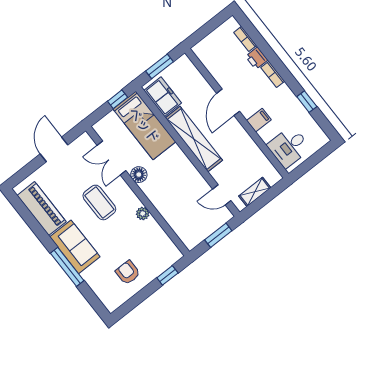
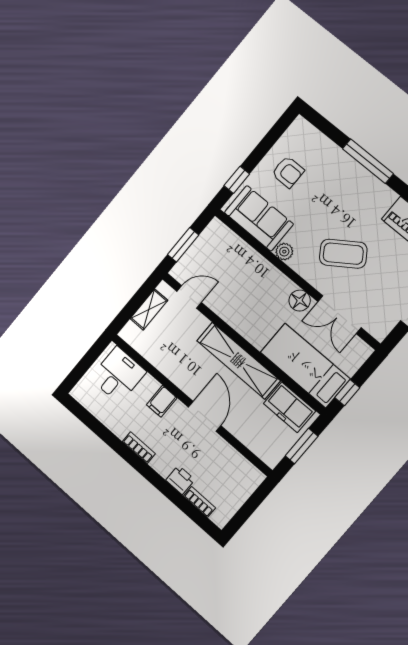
bookcase: (273, 74) -> (139, 448), moved
window: (307, 102) -> (107, 436), removed
double door: (111, 158) -> (339, 315), swing flipped
coffee table: (99, 202) -> (343, 254), turned -34
sofa: (75, 247) -> (259, 218), moved, turned 180

